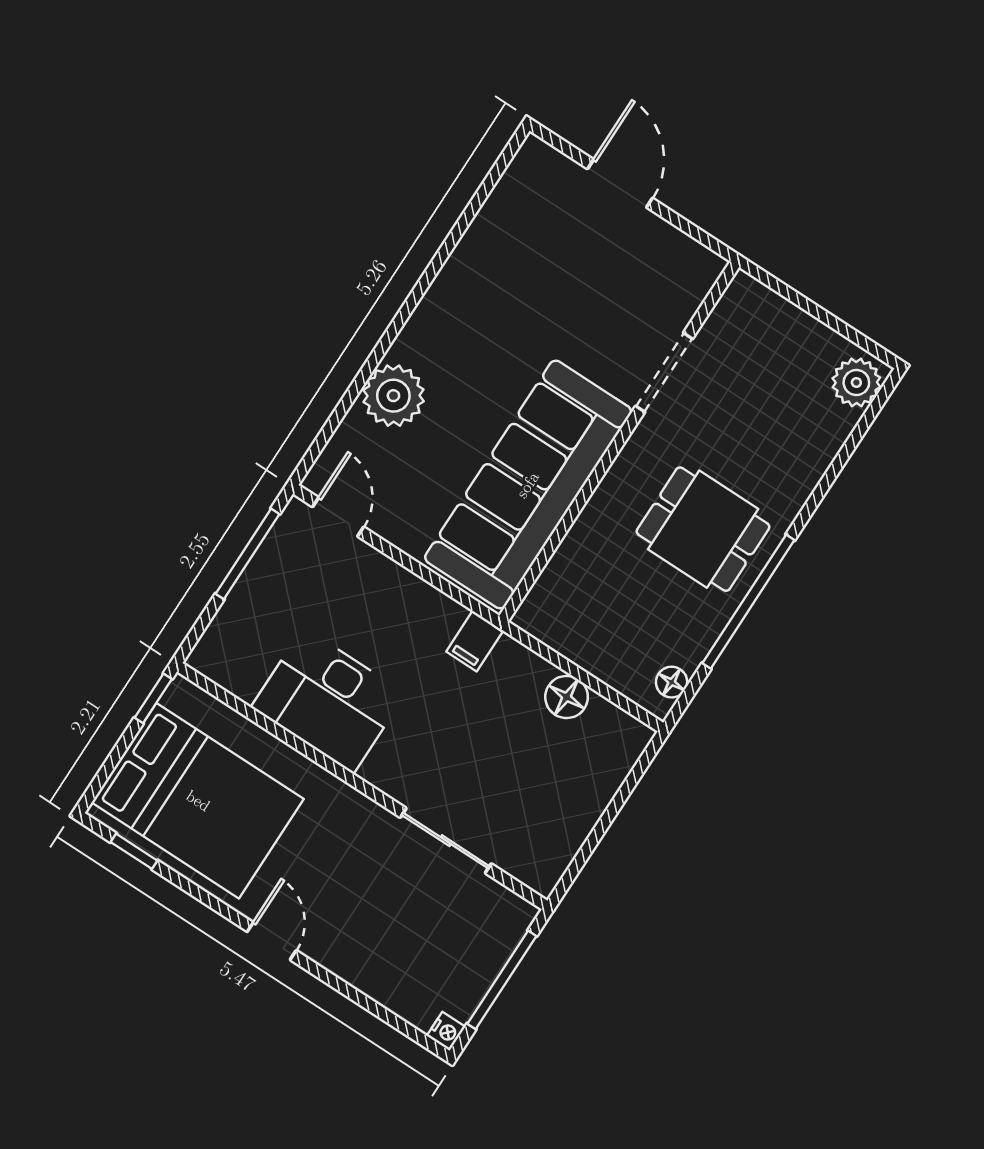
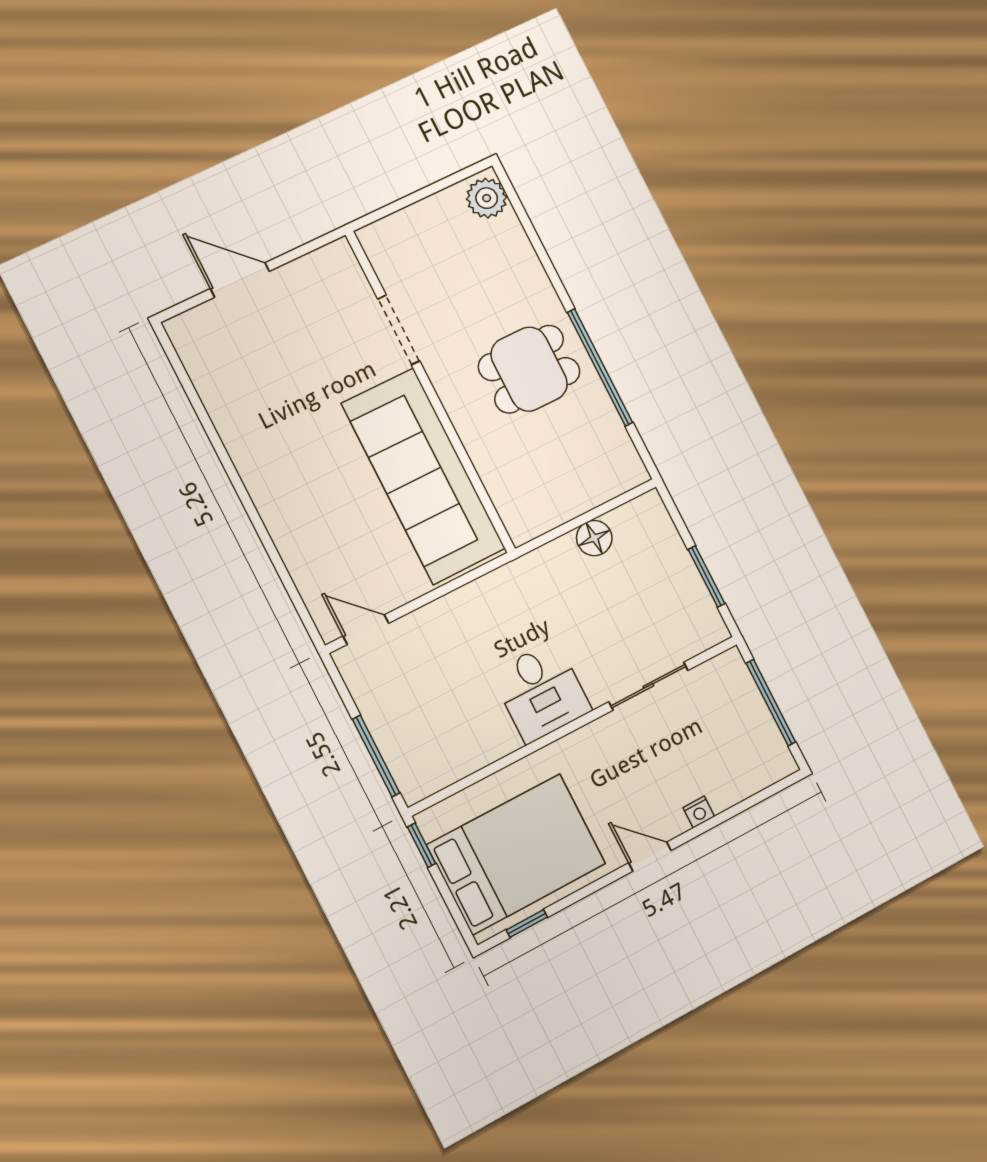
plant: (393, 396) -> (299, 537), removed
window: (247, 554) -> (376, 756), moved
filing cabinet: (475, 641) -> (516, 581), removed
floor lamp: (672, 682) -> (626, 456), removed
desk: (328, 700) -> (541, 692), moved, width x0.73
window: (595, 838) -> (707, 577), added
nightstand: (446, 1031) -> (699, 812), moved, turned 90

